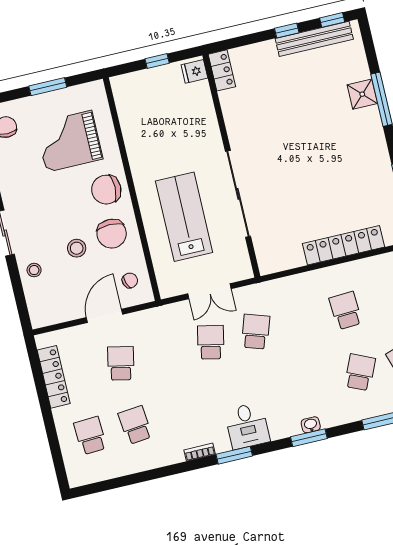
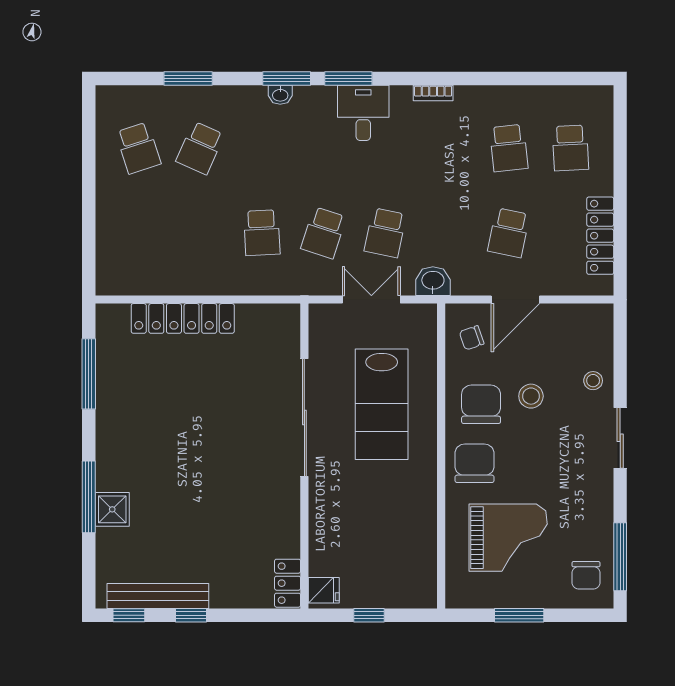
chair: (106, 190) -> (474, 463), turned -90
school desk: (346, 311) -> (262, 233), moved
washbasin: (168, 315) -> (433, 281), added
window: (234, 455) -> (348, 79), moved

